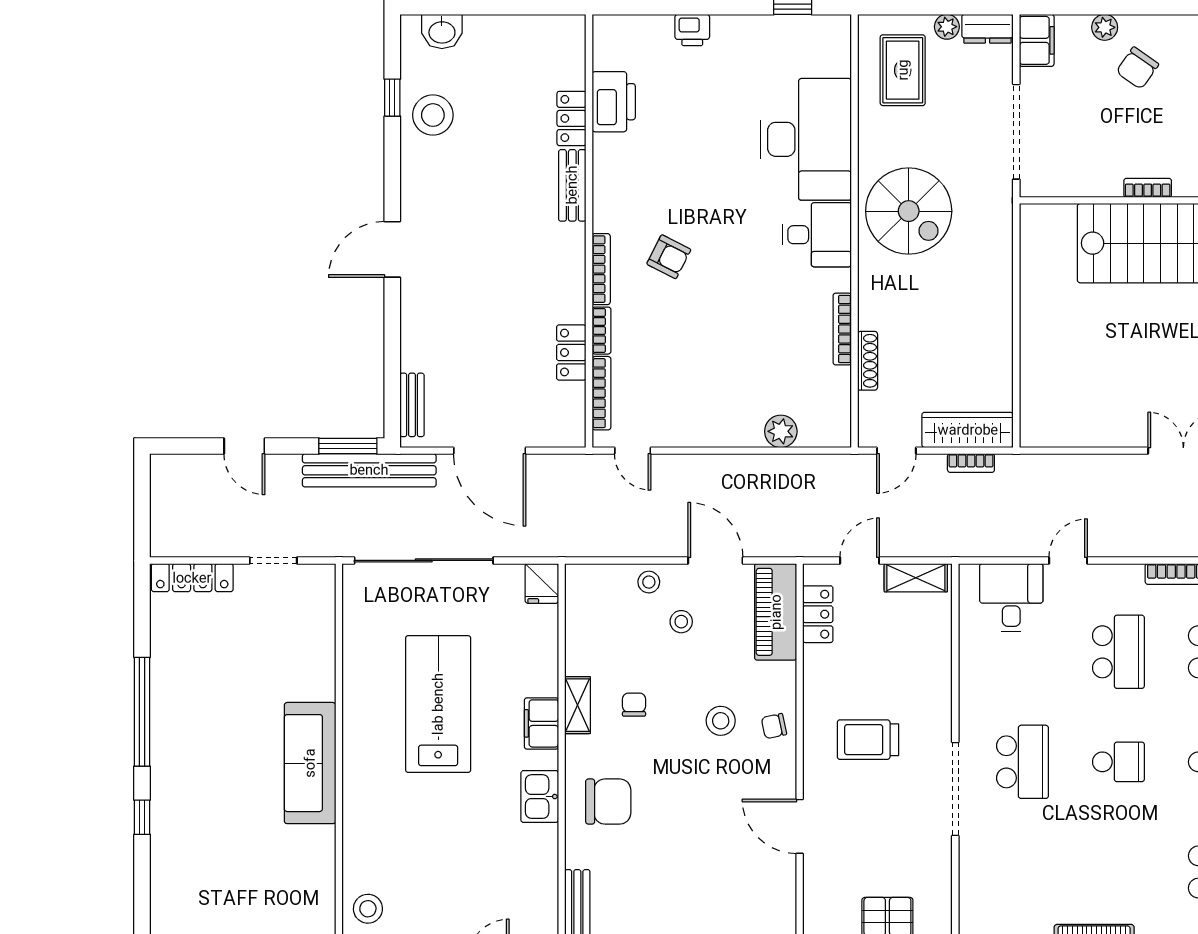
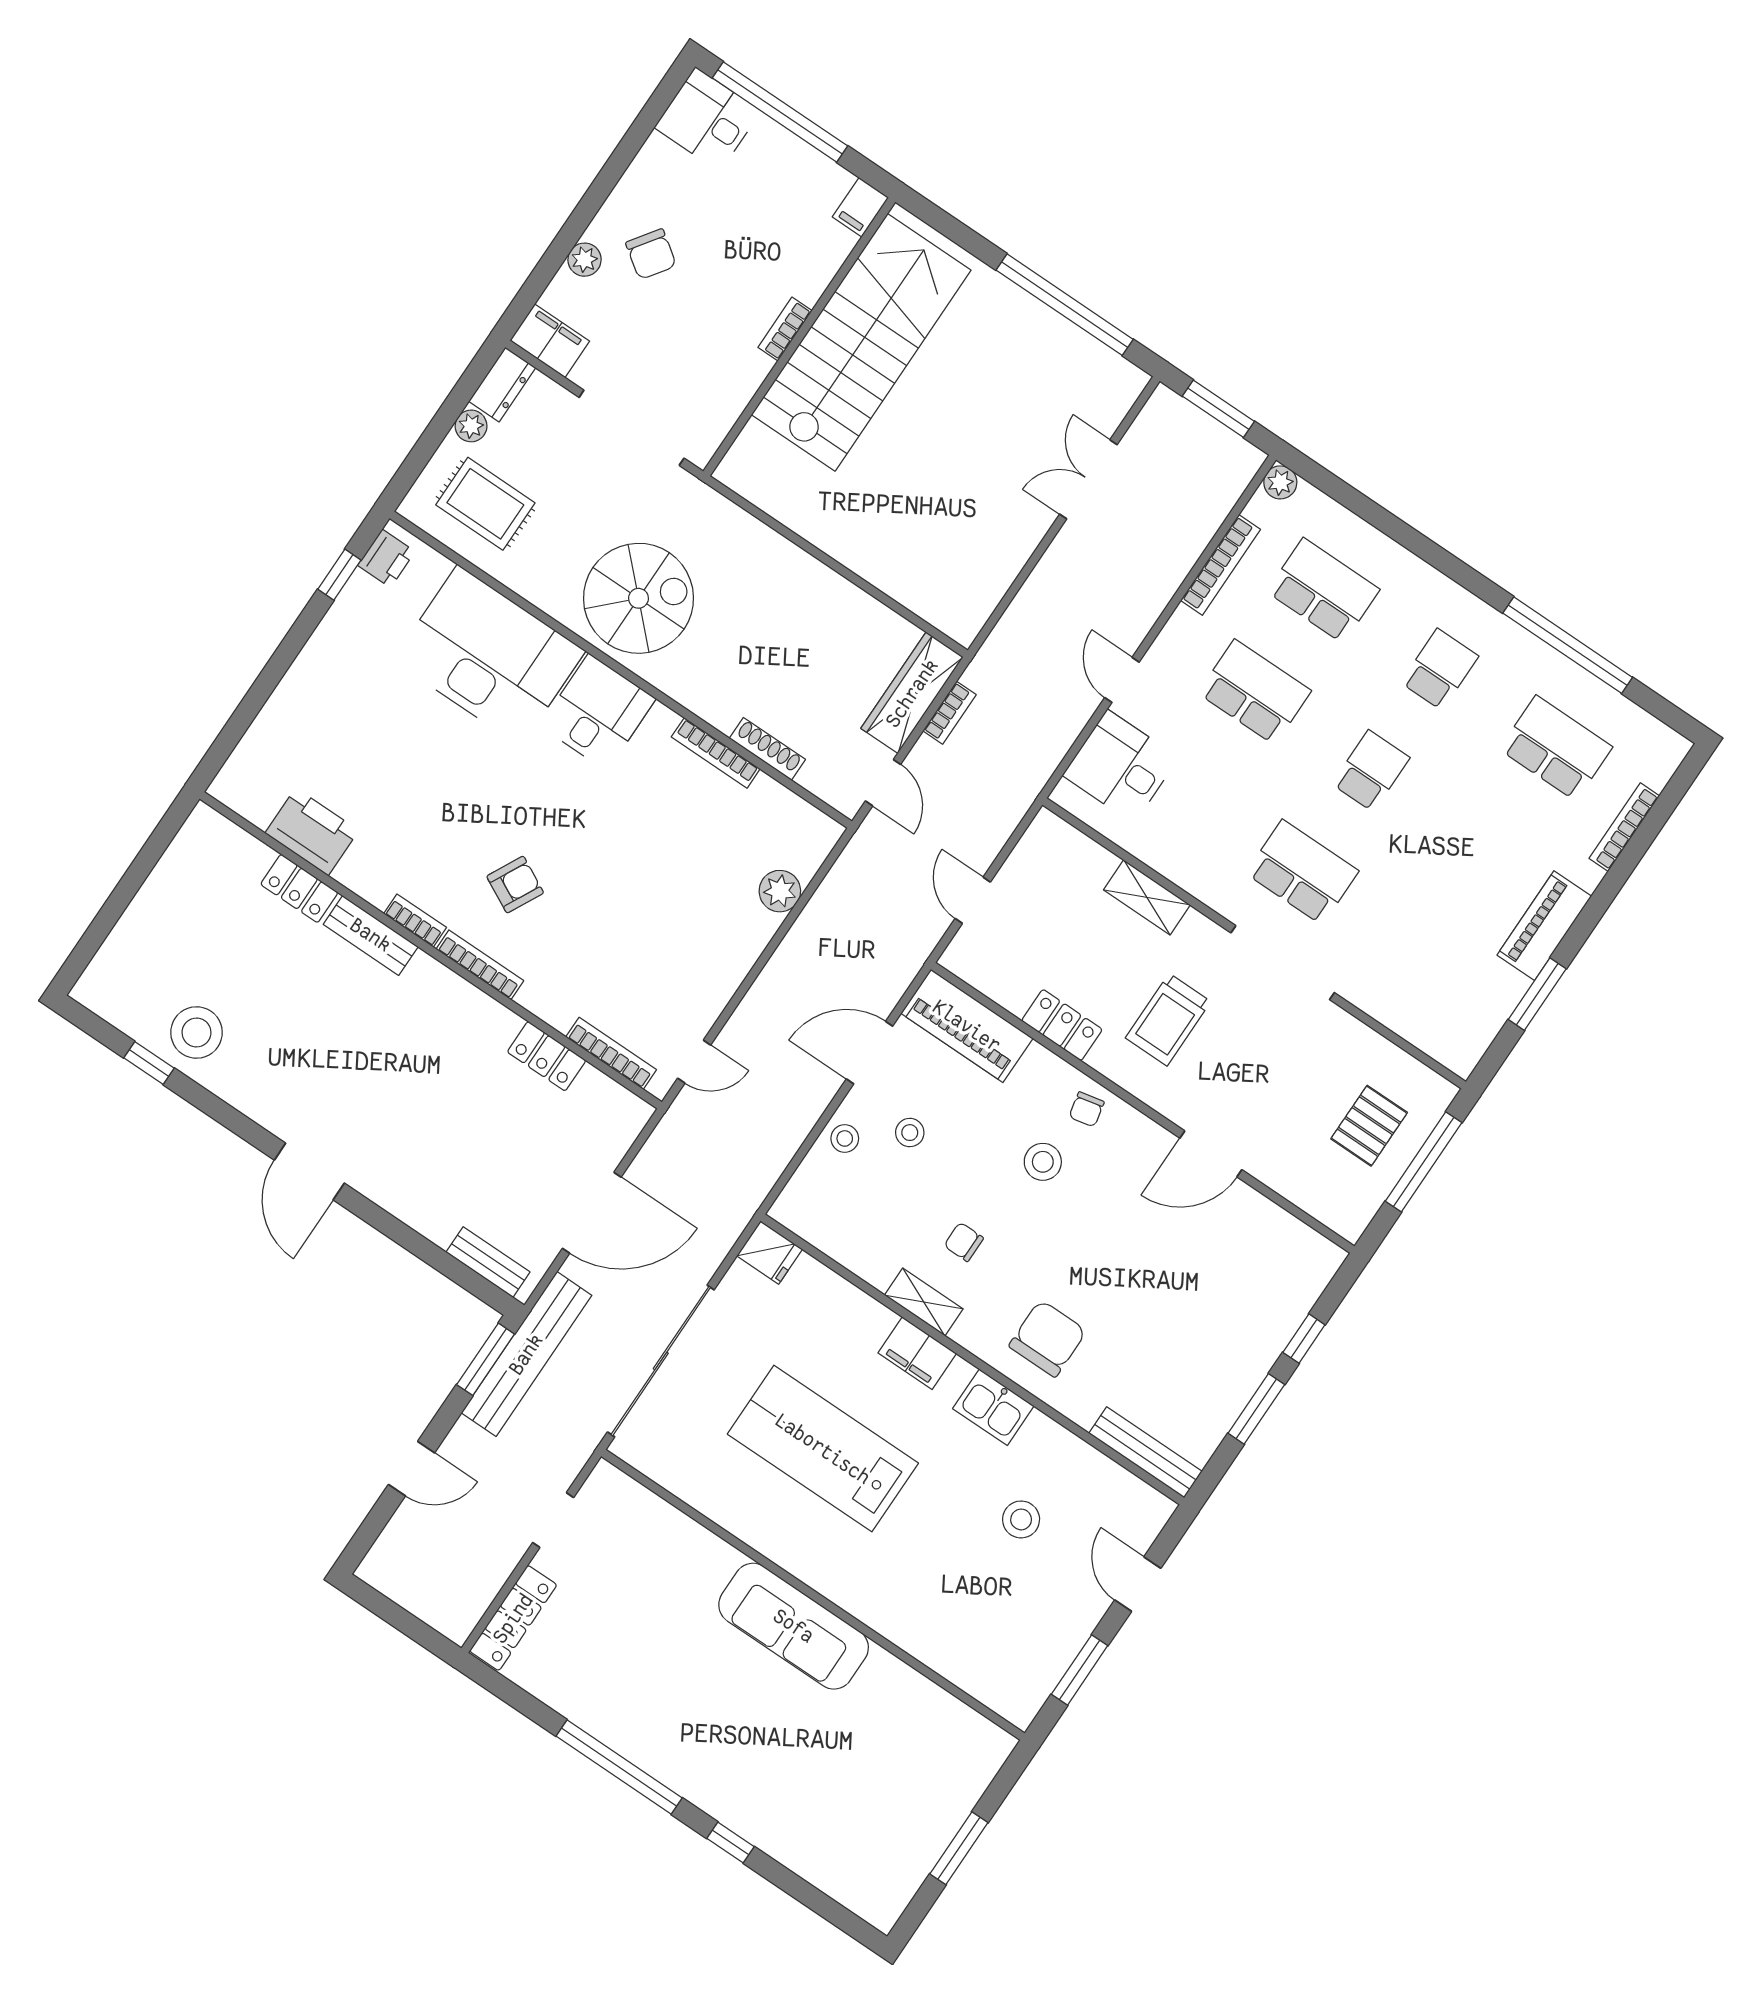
printer: (692, 30) -> (386, 558), moved
washbasin: (442, 31) -> (115, 963), removed
bookcase: (601, 331) -> (415, 921), moved
shelving: (916, 578) -> (1147, 897), moved, turned 90
locker: (818, 614) -> (1062, 1025), moved
stool: (368, 909) -> (1021, 1519), moved

